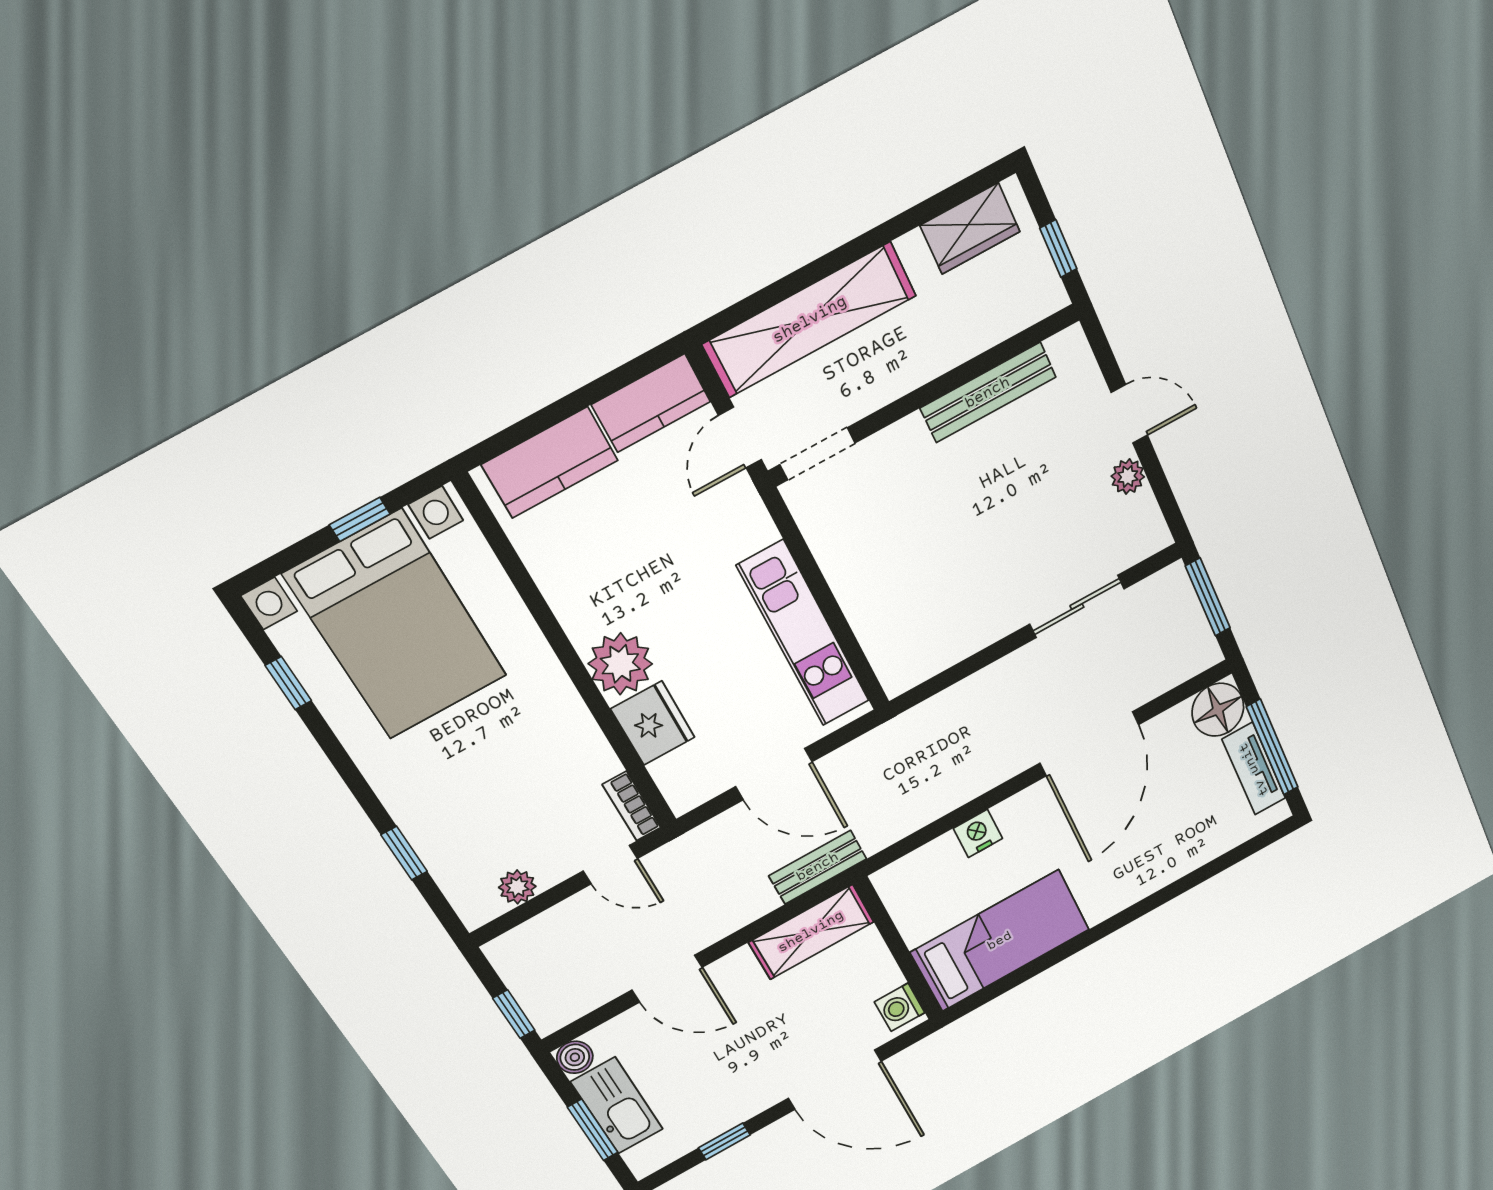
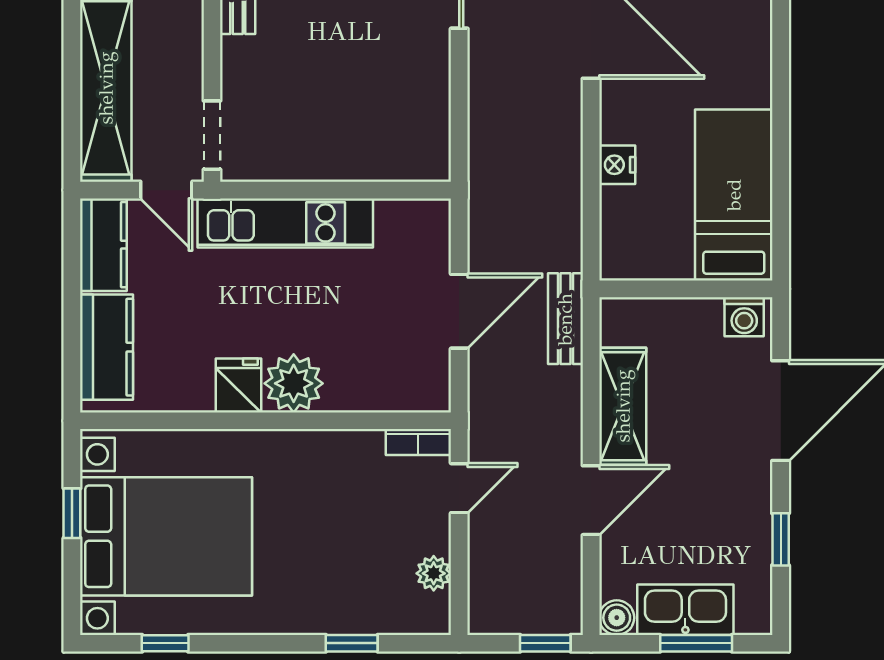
kitchen unit: (804, 634) -> (285, 223), moved
fridge: (653, 723) -> (238, 385), moved, width x0.72
shelving: (811, 932) -> (623, 406), moved

